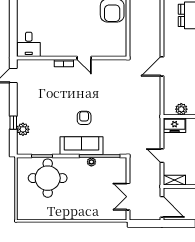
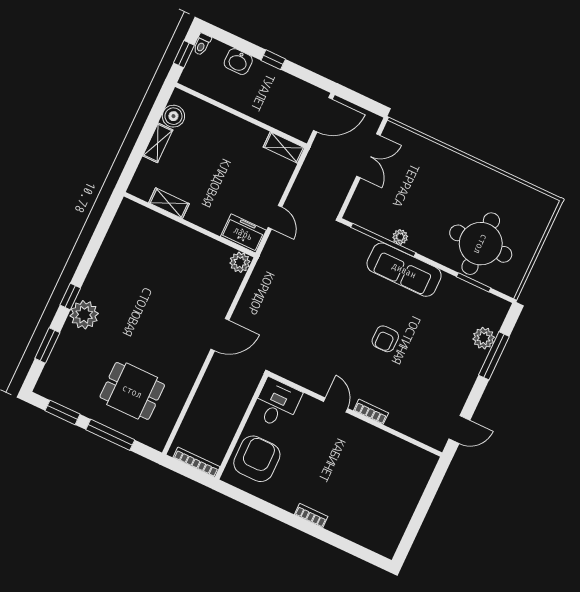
desk: (29, 44) -> (277, 404), moved
plant: (181, 109) -> (240, 262), moved
armchair: (84, 118) -> (385, 339), moved
window: (13, 123) -> (494, 356), width x2.17
door: (162, 156) -> (275, 217), moved
door: (162, 207) -> (323, 115), swing flipped

